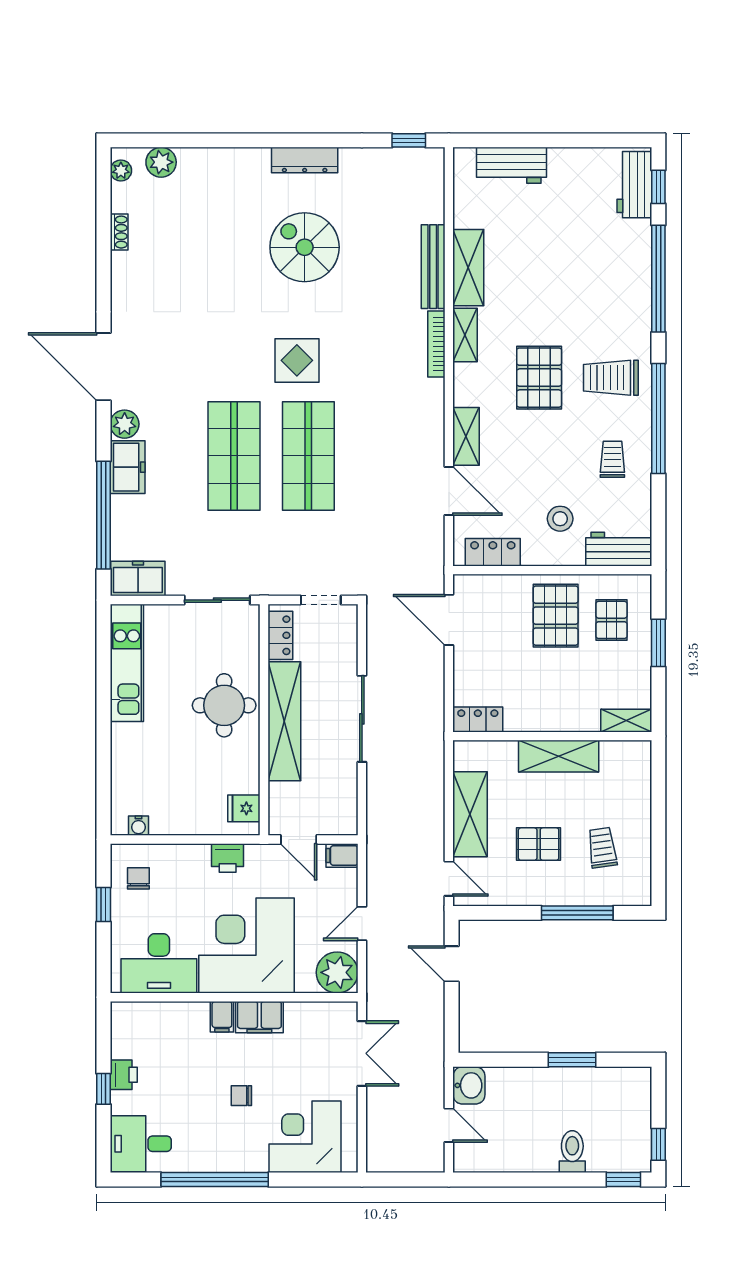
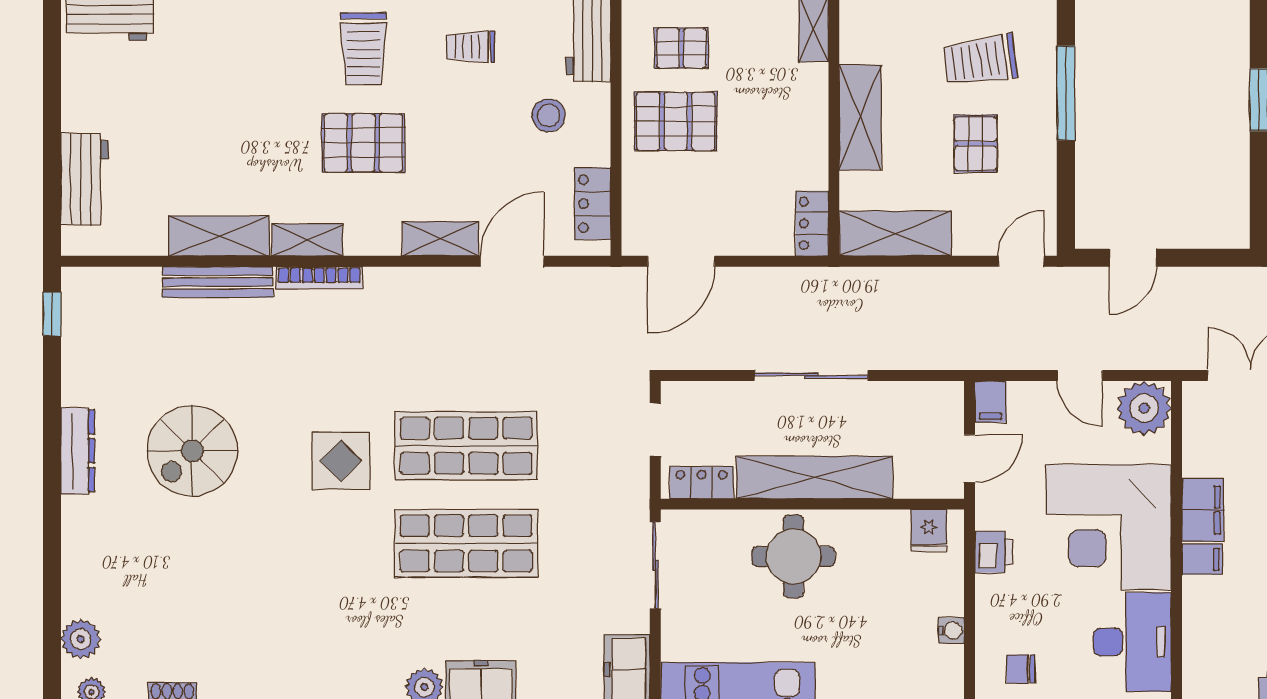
shelving: (470, 814) -> (895, 234), moved
water cooler: (138, 826) -> (951, 631), moved
trolley: (602, 848) -> (980, 60), width x1.36, depth x1.39

